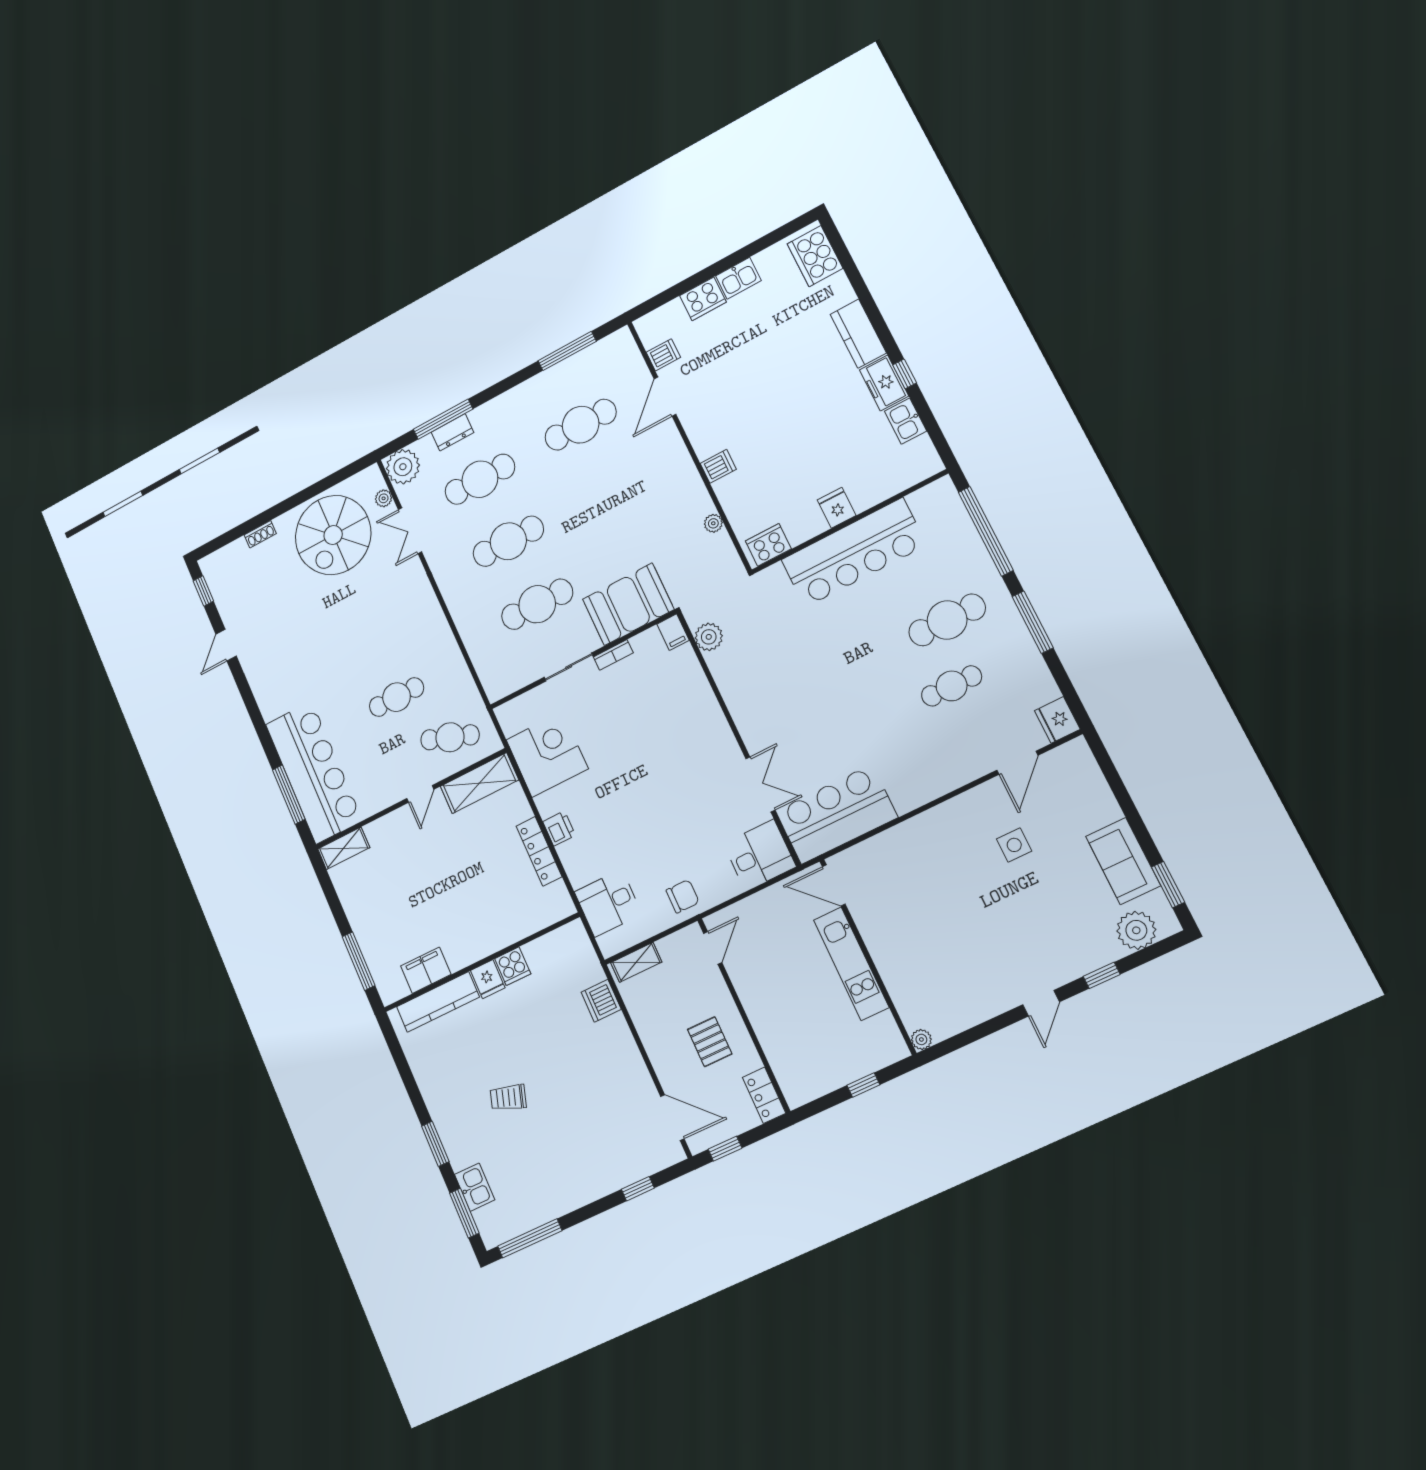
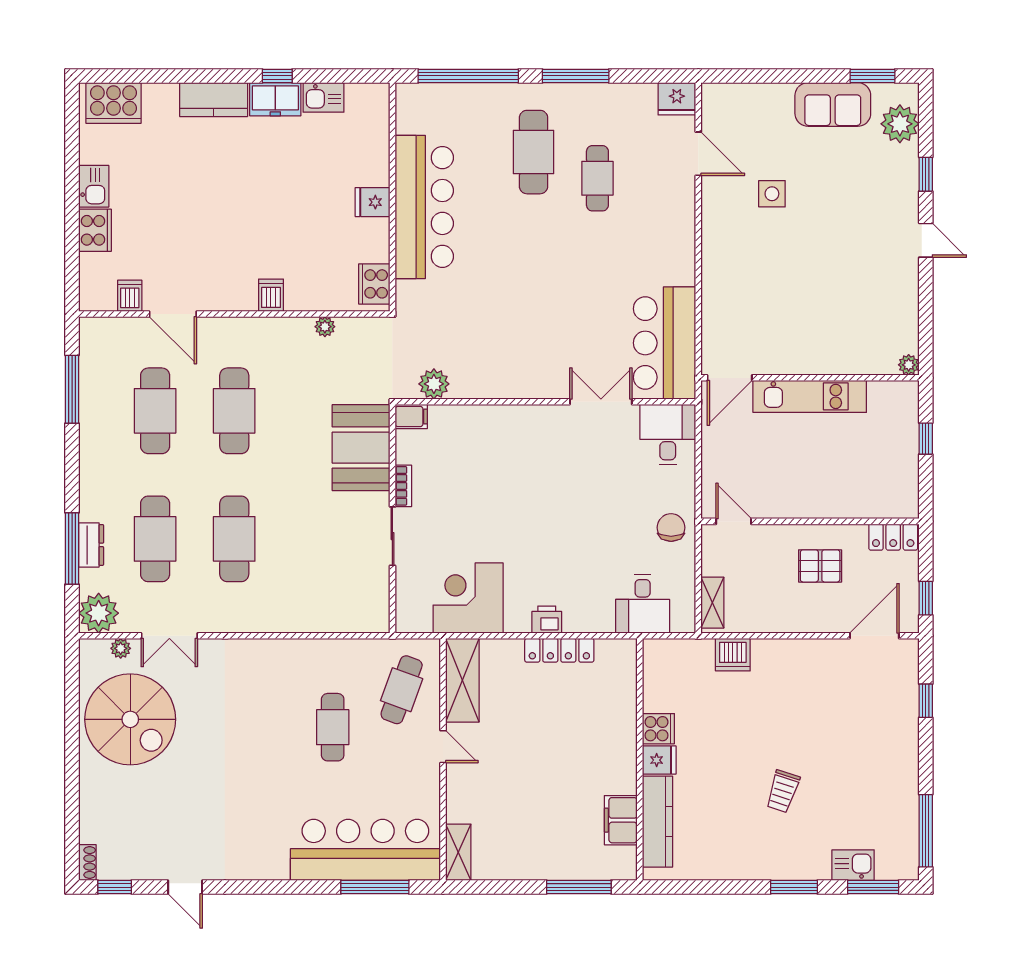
shoe rack: (260, 534) -> (87, 862), moved
cafe table: (537, 604) -> (234, 411), moved

